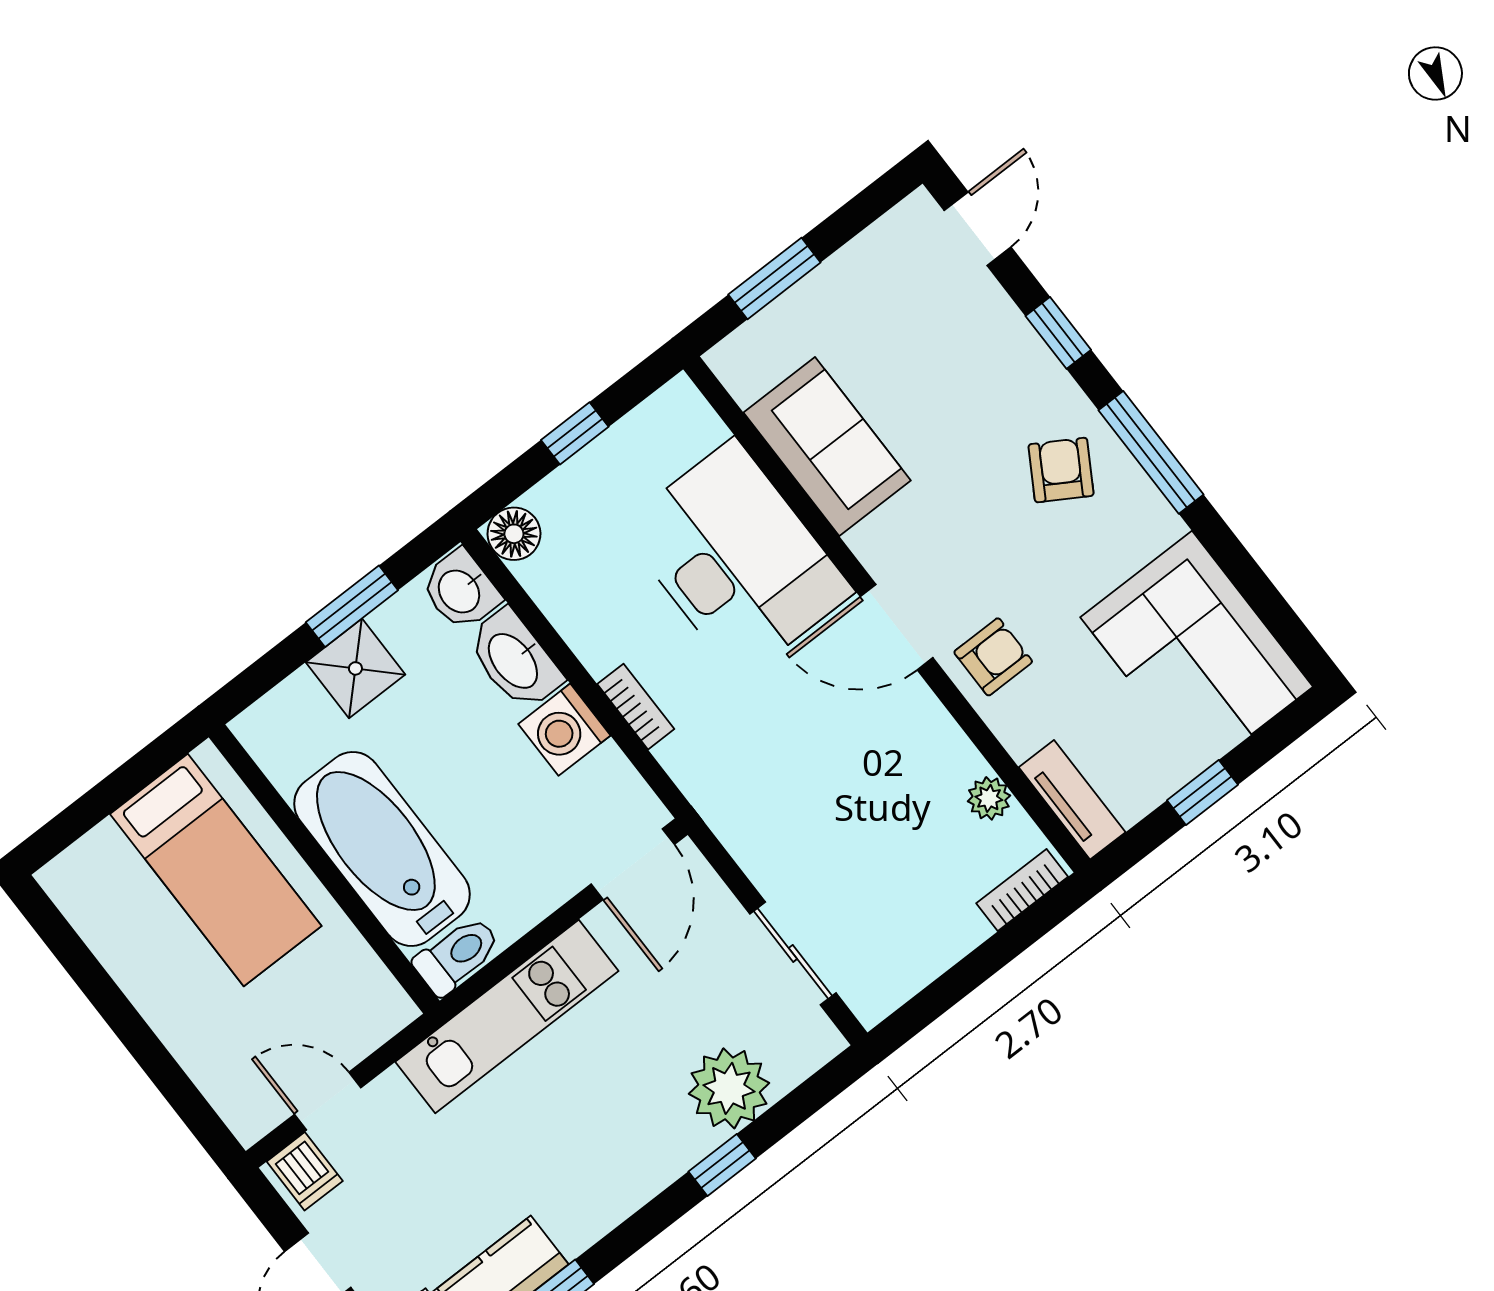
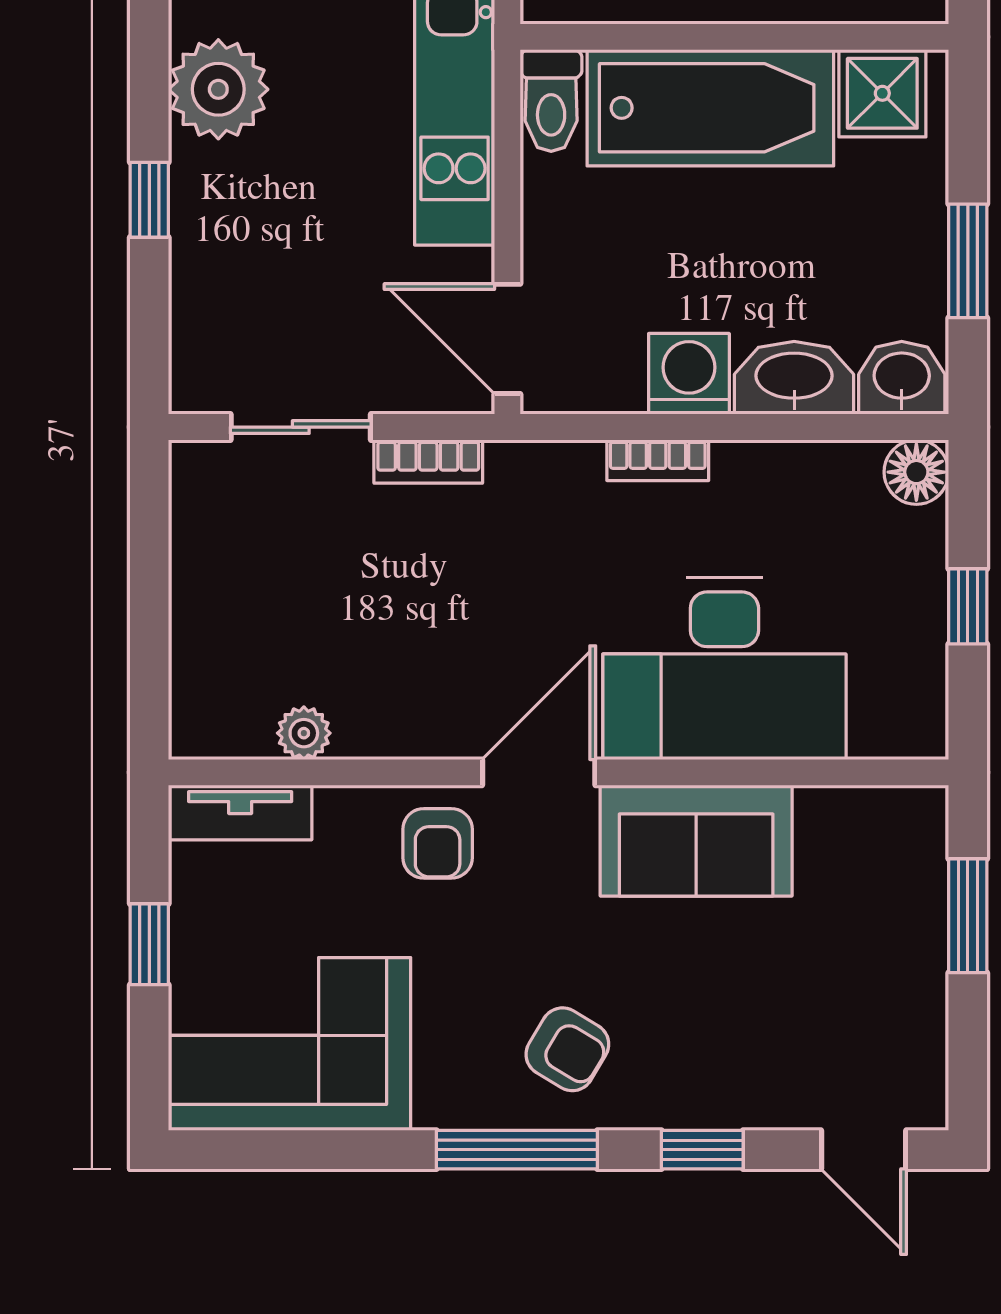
sofa: (827, 447) -> (696, 841), moved
shower: (355, 668) -> (882, 93), moved
bookcase: (1022, 890) -> (428, 462), moved, turned 90
plant: (729, 1088) -> (218, 89), moved

